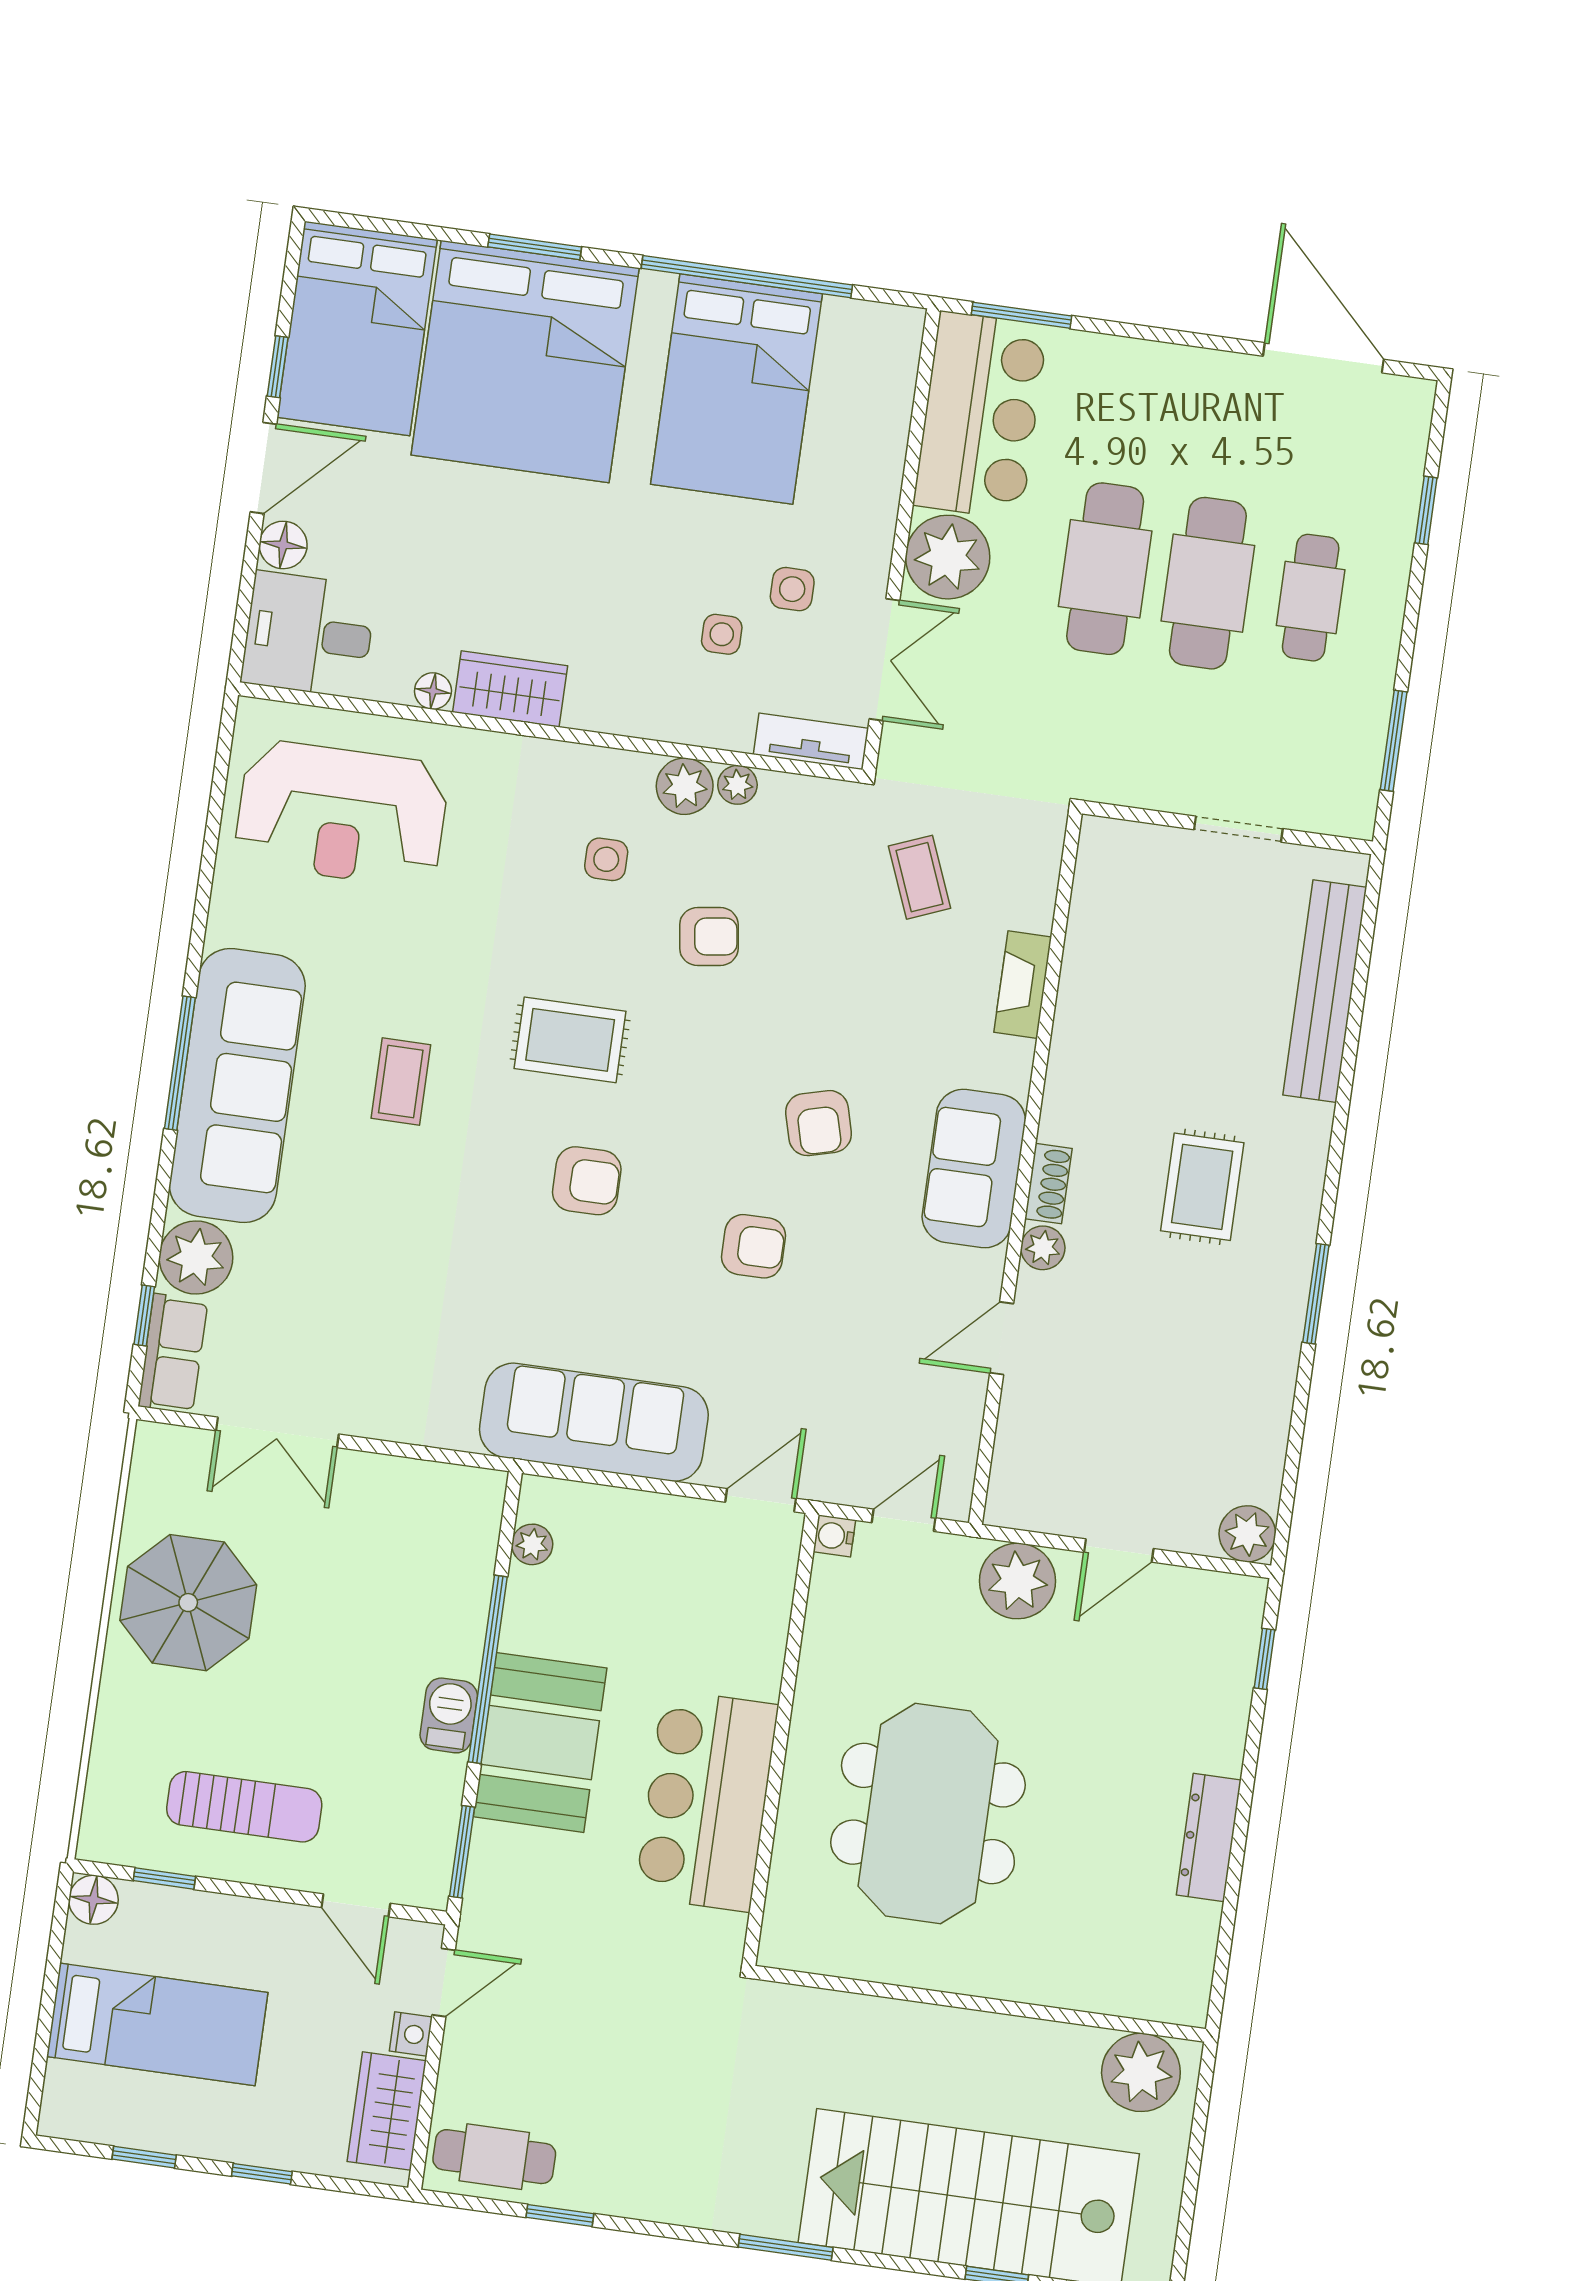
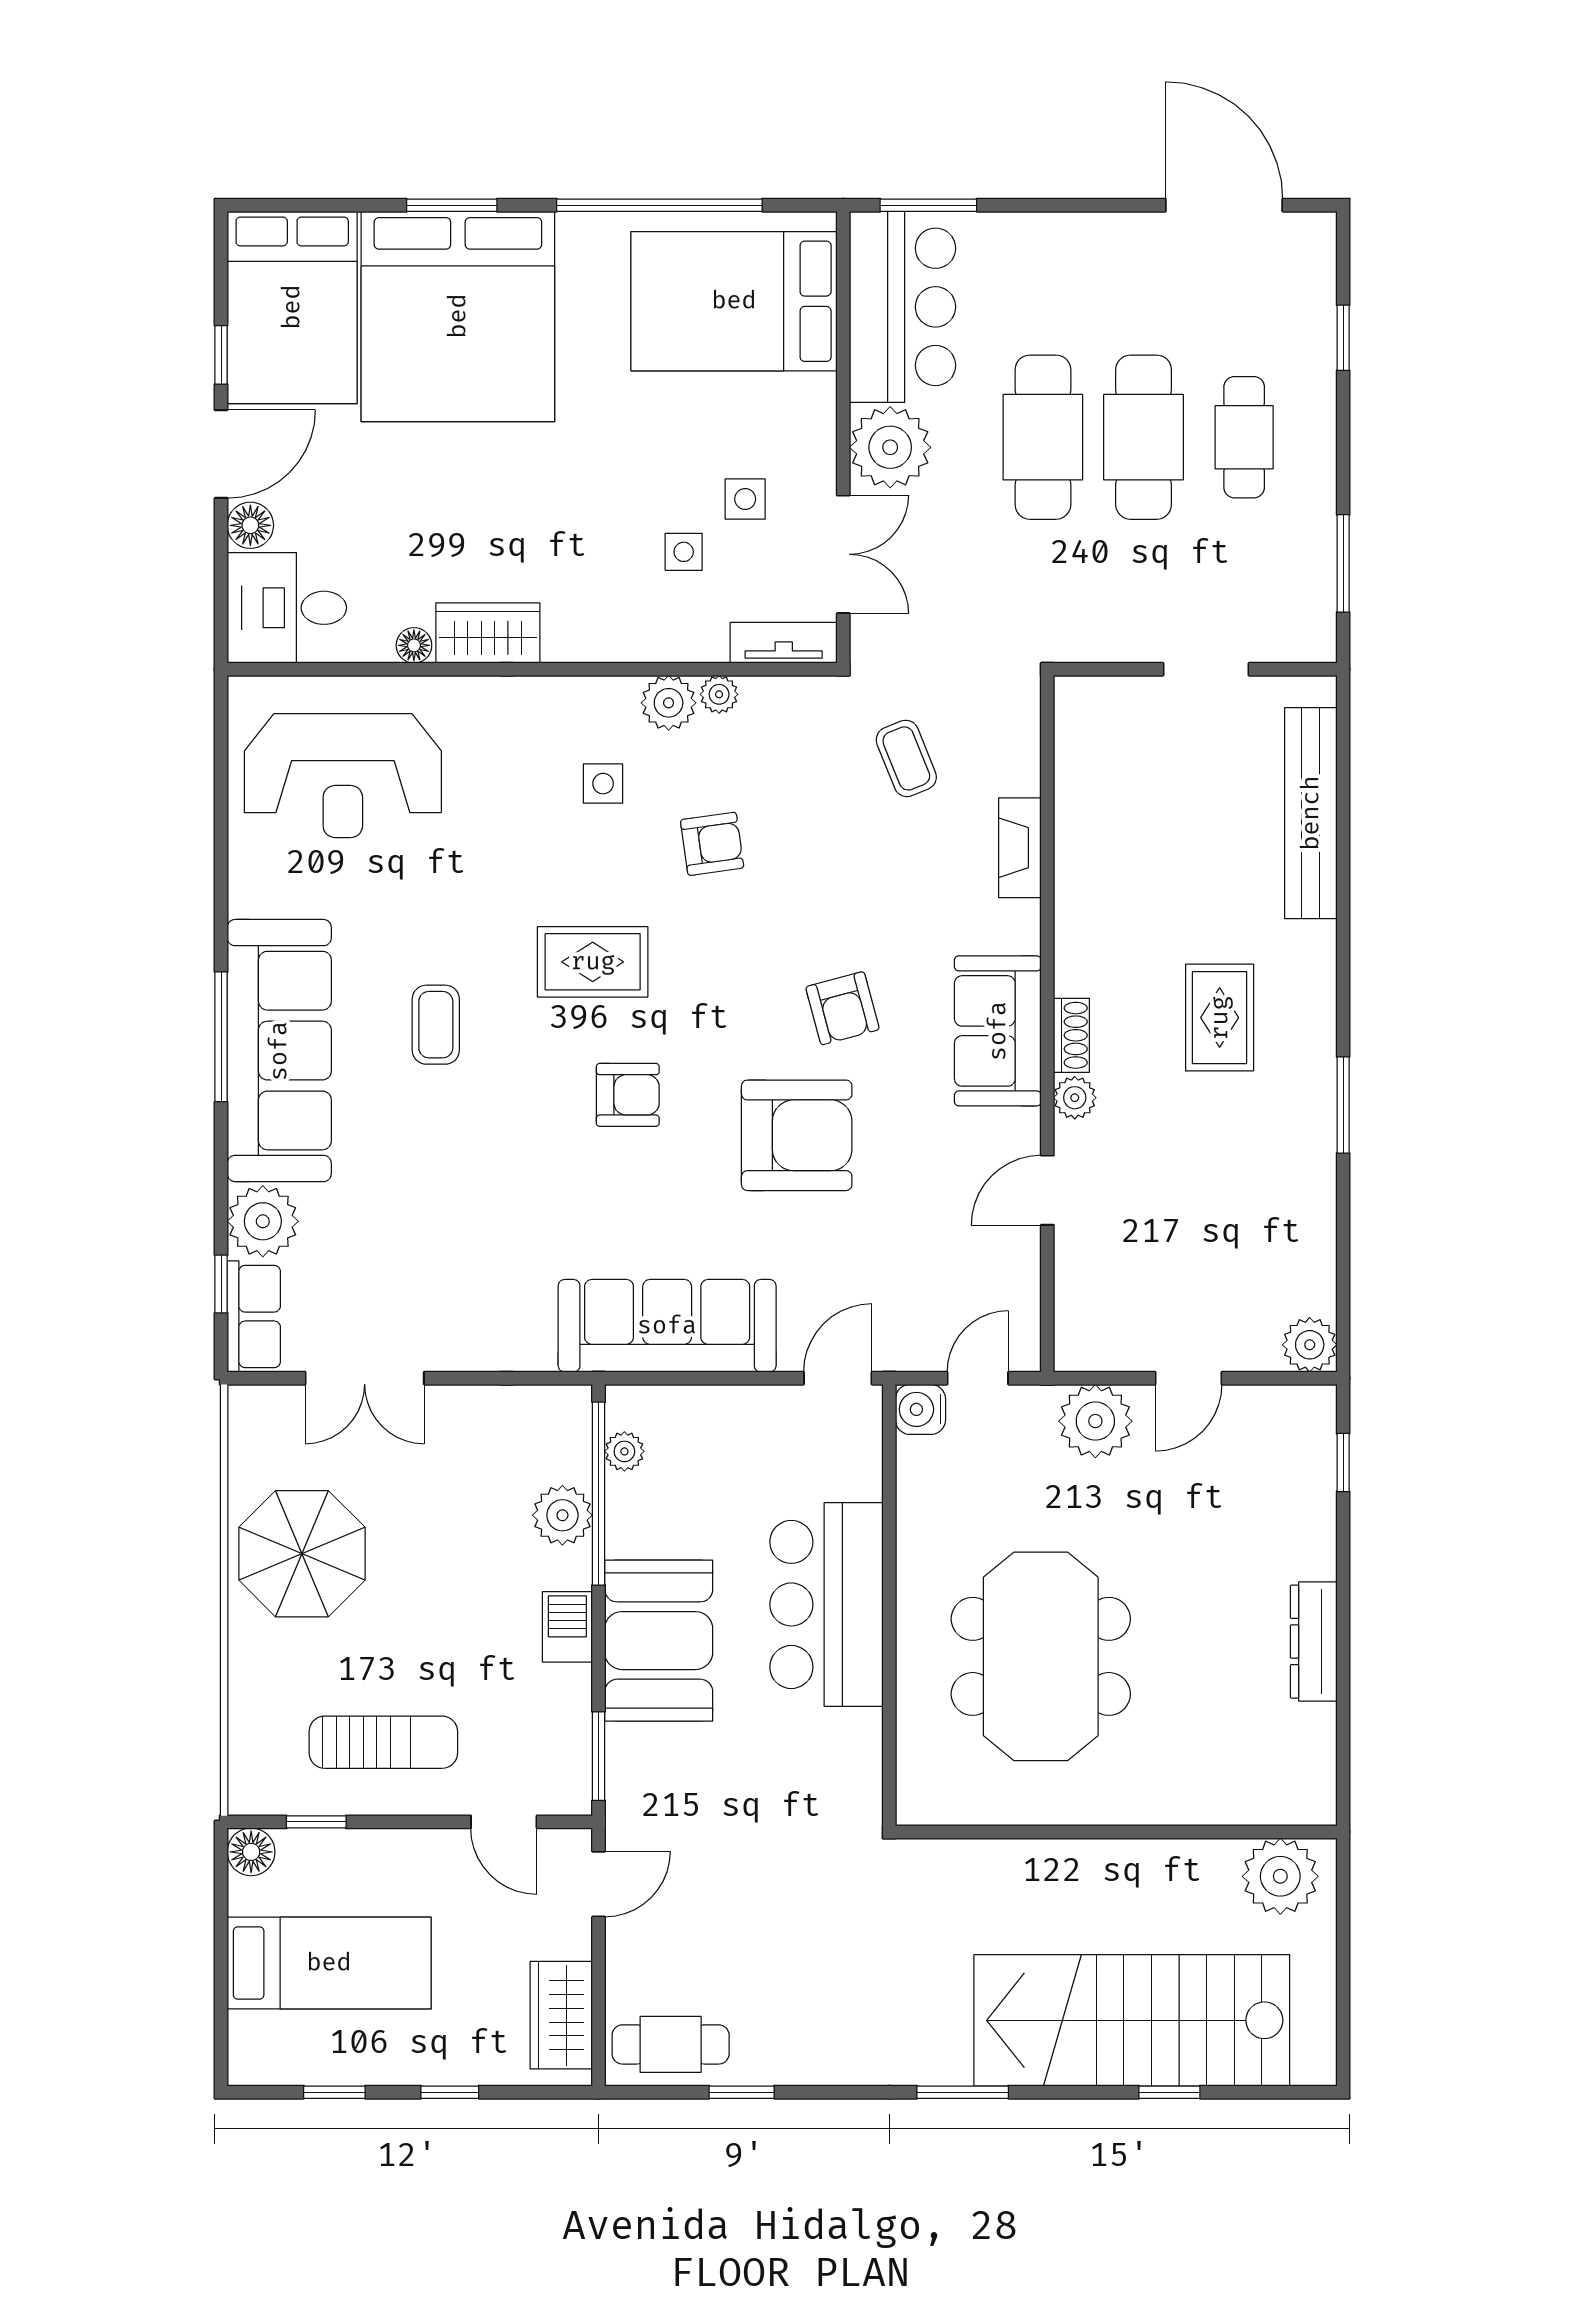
bed: (736, 389) -> (734, 301), moved, turned 90
armchair: (754, 1246) -> (797, 1135), width x1.88, depth x1.88
water cooler: (834, 1536) -> (920, 1409), width x1.38, depth x1.38
plant: (460, 1601) -> (562, 1515), added
window: (488, 1669) -> (599, 1494), moved
bar counter: (707, 1801) -> (826, 1604), moved
nightstand: (411, 2034) -> (574, 1938), removed

